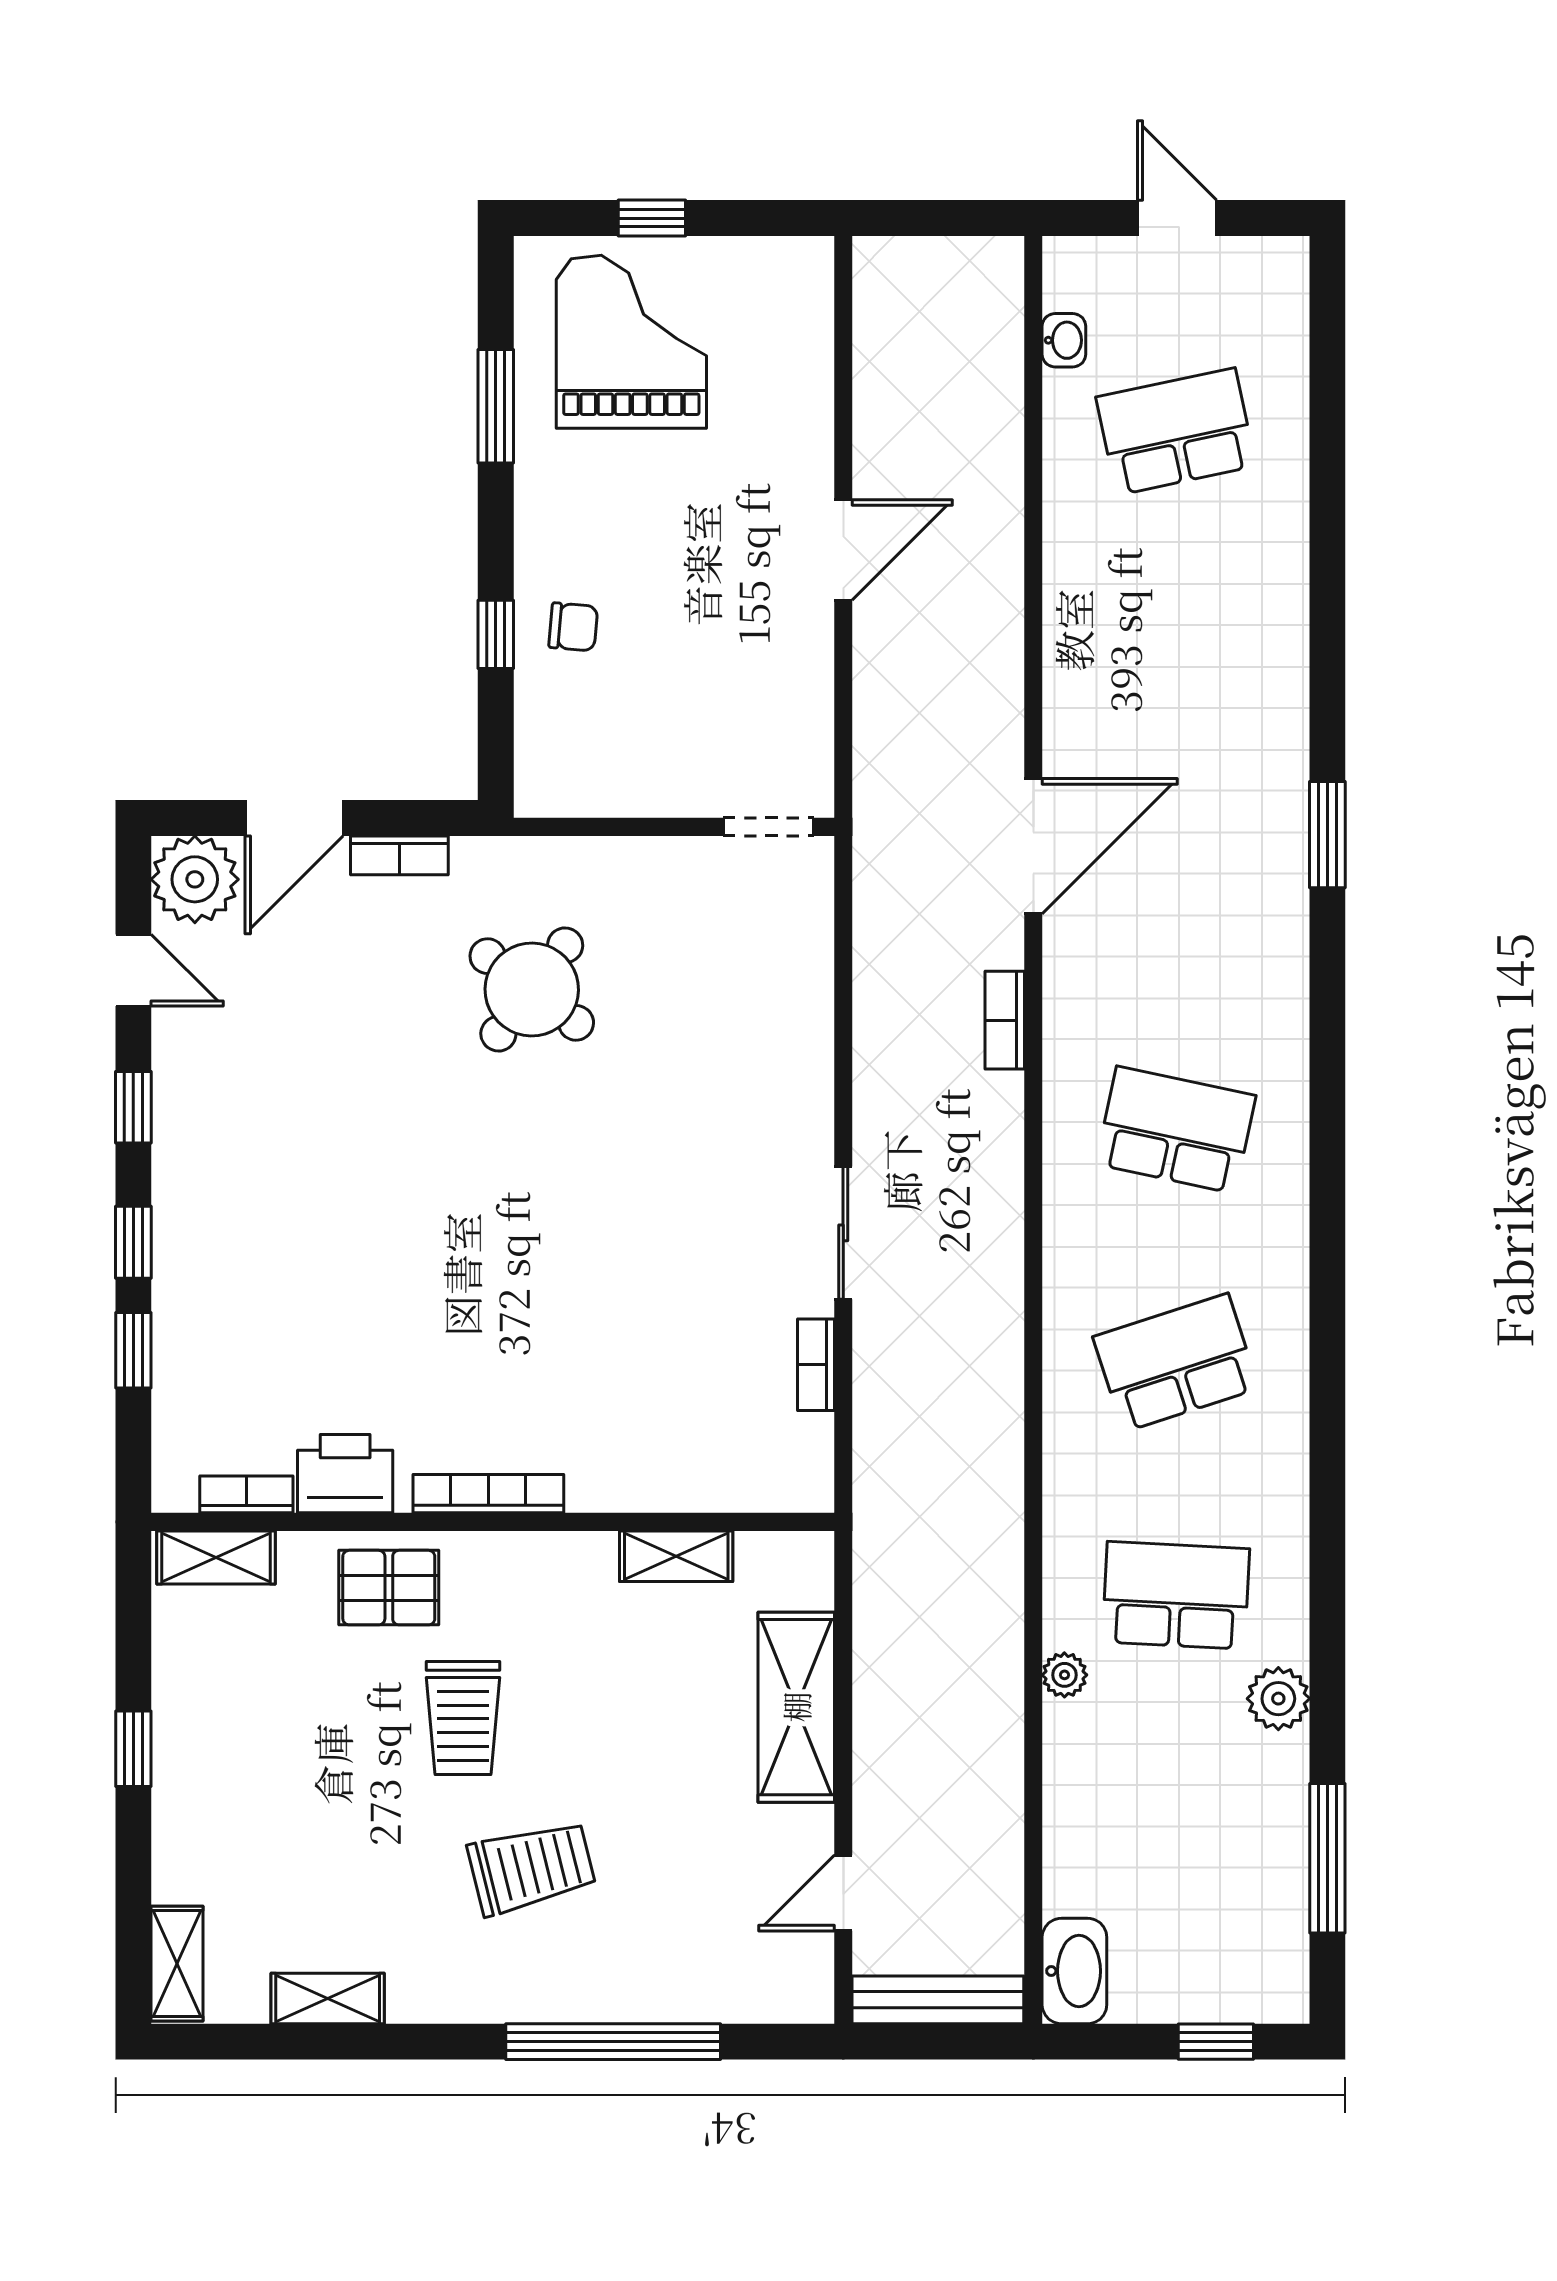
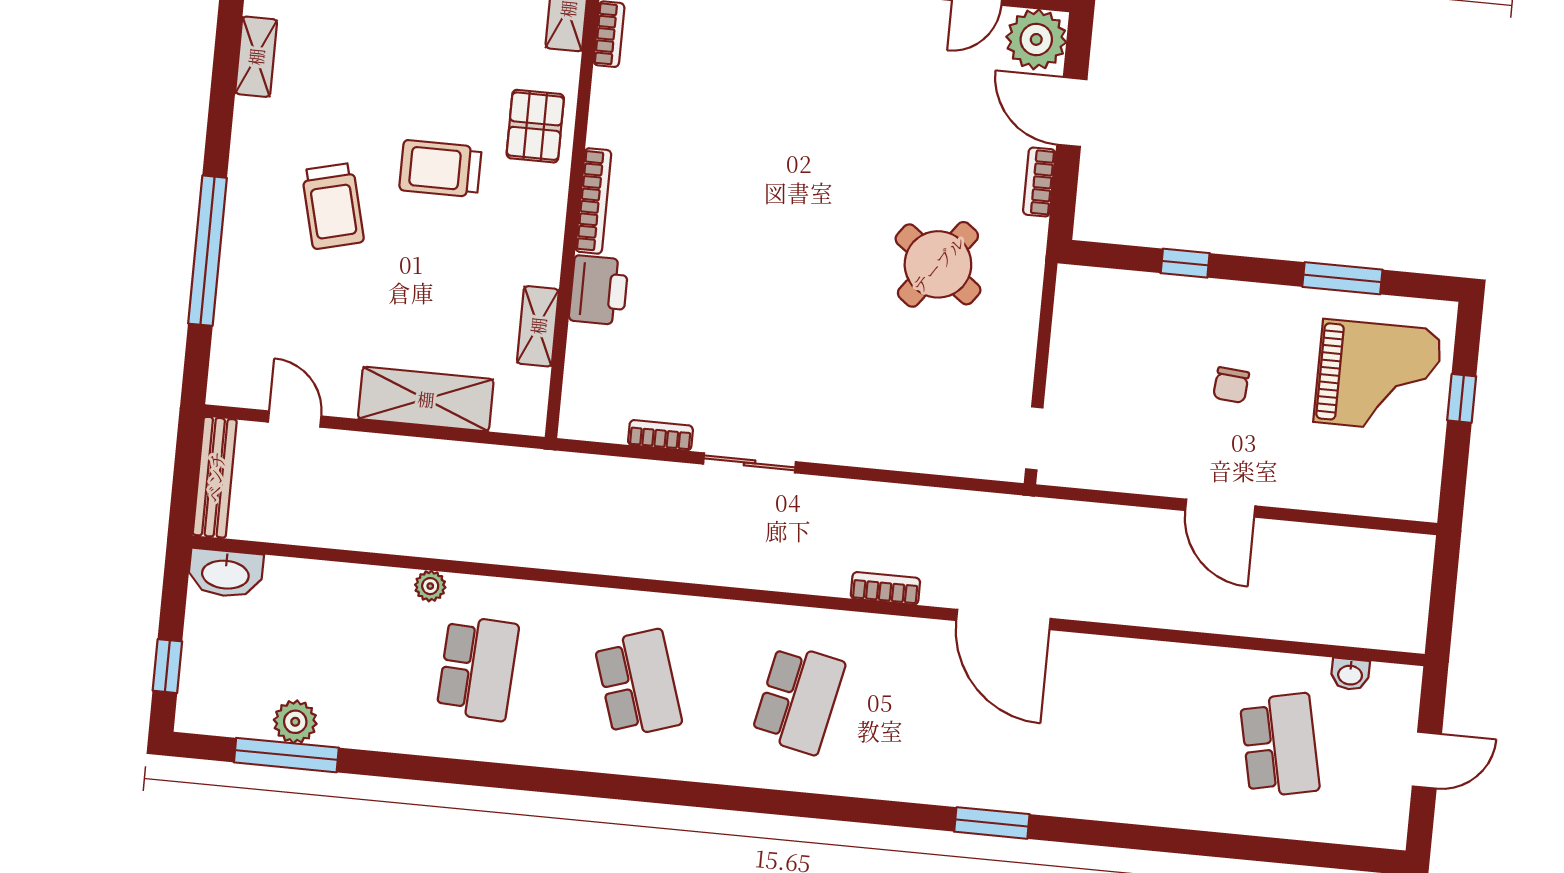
chair: (573, 627) -> (1231, 385), moved
printer: (345, 1474) -> (599, 290), moved
plant: (1278, 1699) -> (295, 722), moved

